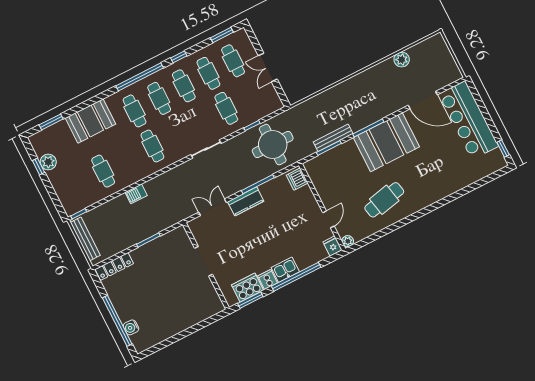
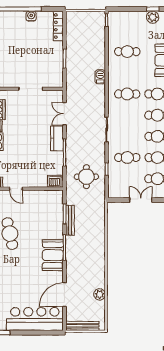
booth: (386, 142) -> (53, 255), width x0.73, depth x0.70
round table: (273, 145) -> (86, 177), width x0.73, depth x0.73
barbecue: (136, 194) -> (100, 77), moved
double door: (212, 207) -> (64, 114), swing flipped
bench: (85, 239) -> (82, 326), moved
water cooler: (131, 327) -> (31, 16), moved

